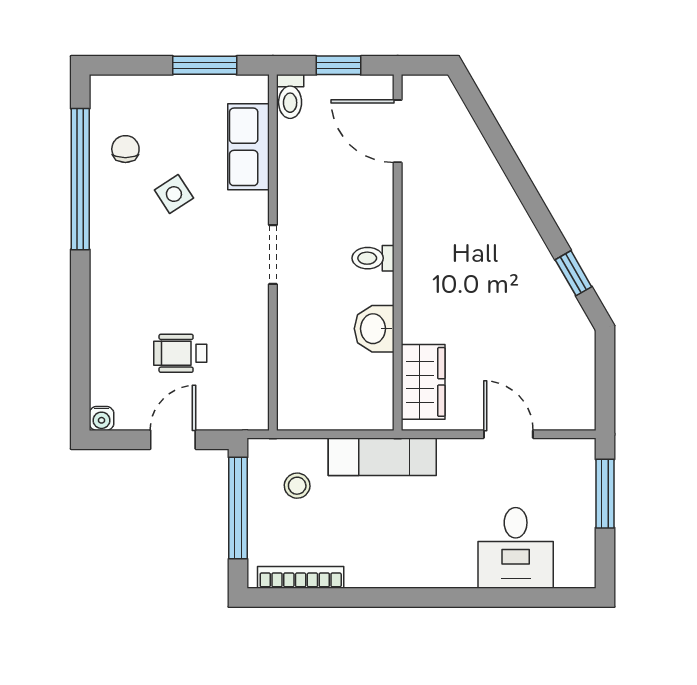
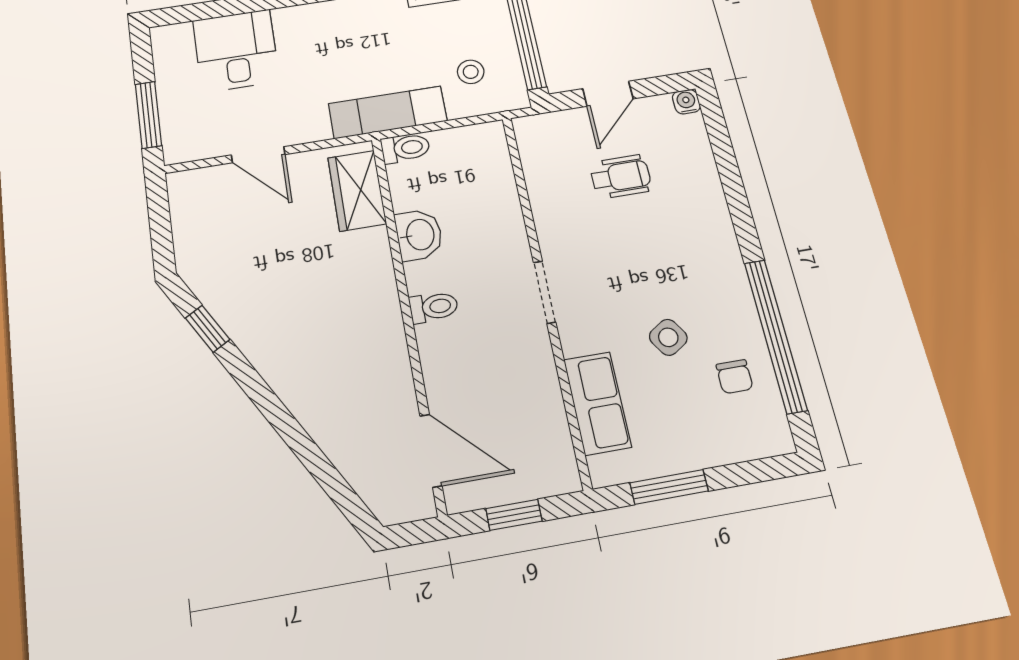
toilet: (290, 97) -> (405, 148), moved, turned 90

